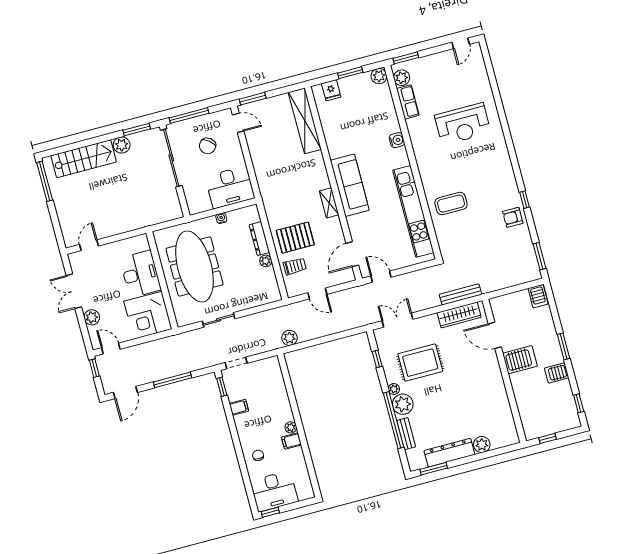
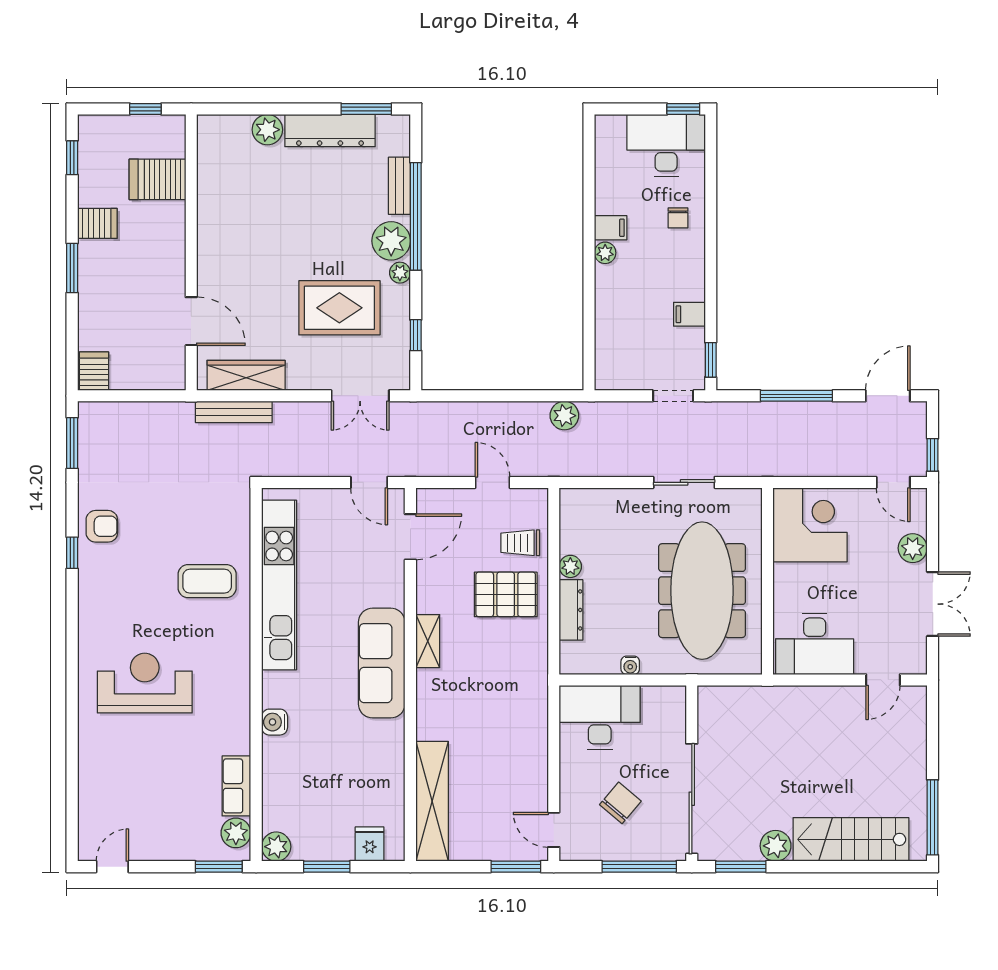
reception desk: (463, 124) -> (145, 683), moved
desk: (140, 274) -> (815, 644), moved, turned -90
server rack: (520, 360) -> (157, 179), moved

